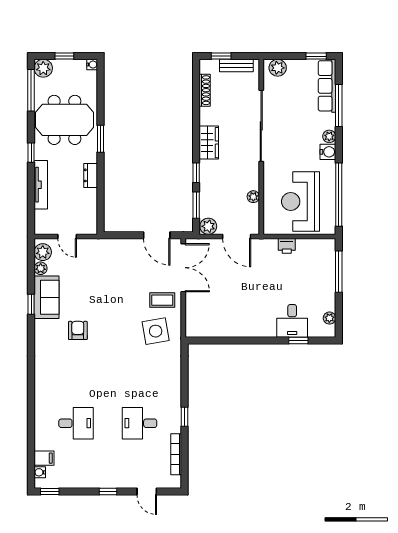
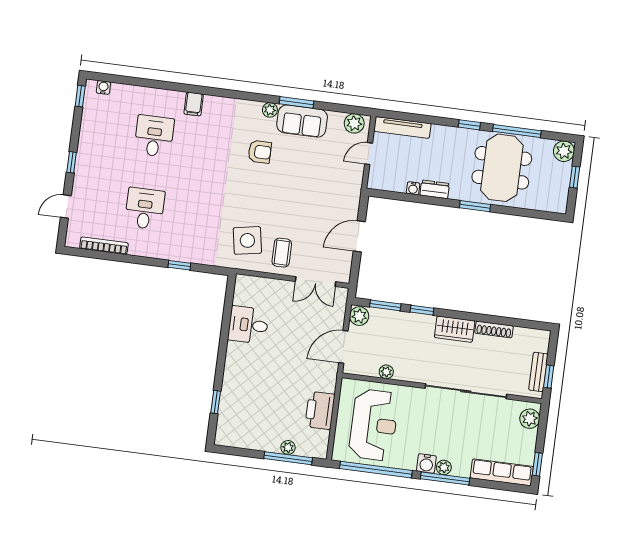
window: (221, 56) -> (549, 377), moved
water cooler: (92, 65) -> (413, 188), moved
window: (31, 90) -> (517, 131), moved
shoe rack: (205, 90) -> (494, 329), moved
window: (339, 106) -> (445, 479), moved
tv unit: (41, 185) -> (402, 127), moved
reception desk: (300, 202) -> (374, 425), turned 90
door: (157, 235) -> (359, 236), moved
printer: (287, 246) -> (320, 410), width x1.87, depth x1.48
plant: (41, 268) -> (270, 110), moved
double door: (183, 268) -> (316, 281), width x0.73
window: (31, 304) -> (296, 102), width x1.50
plant: (329, 318) -> (288, 447), moved
desk: (292, 321) -> (248, 325), moved
window: (185, 417) -> (179, 265), moved
desk: (76, 423) -> (154, 136), turned 180
filing cabinet: (44, 458) -> (194, 104), moved

